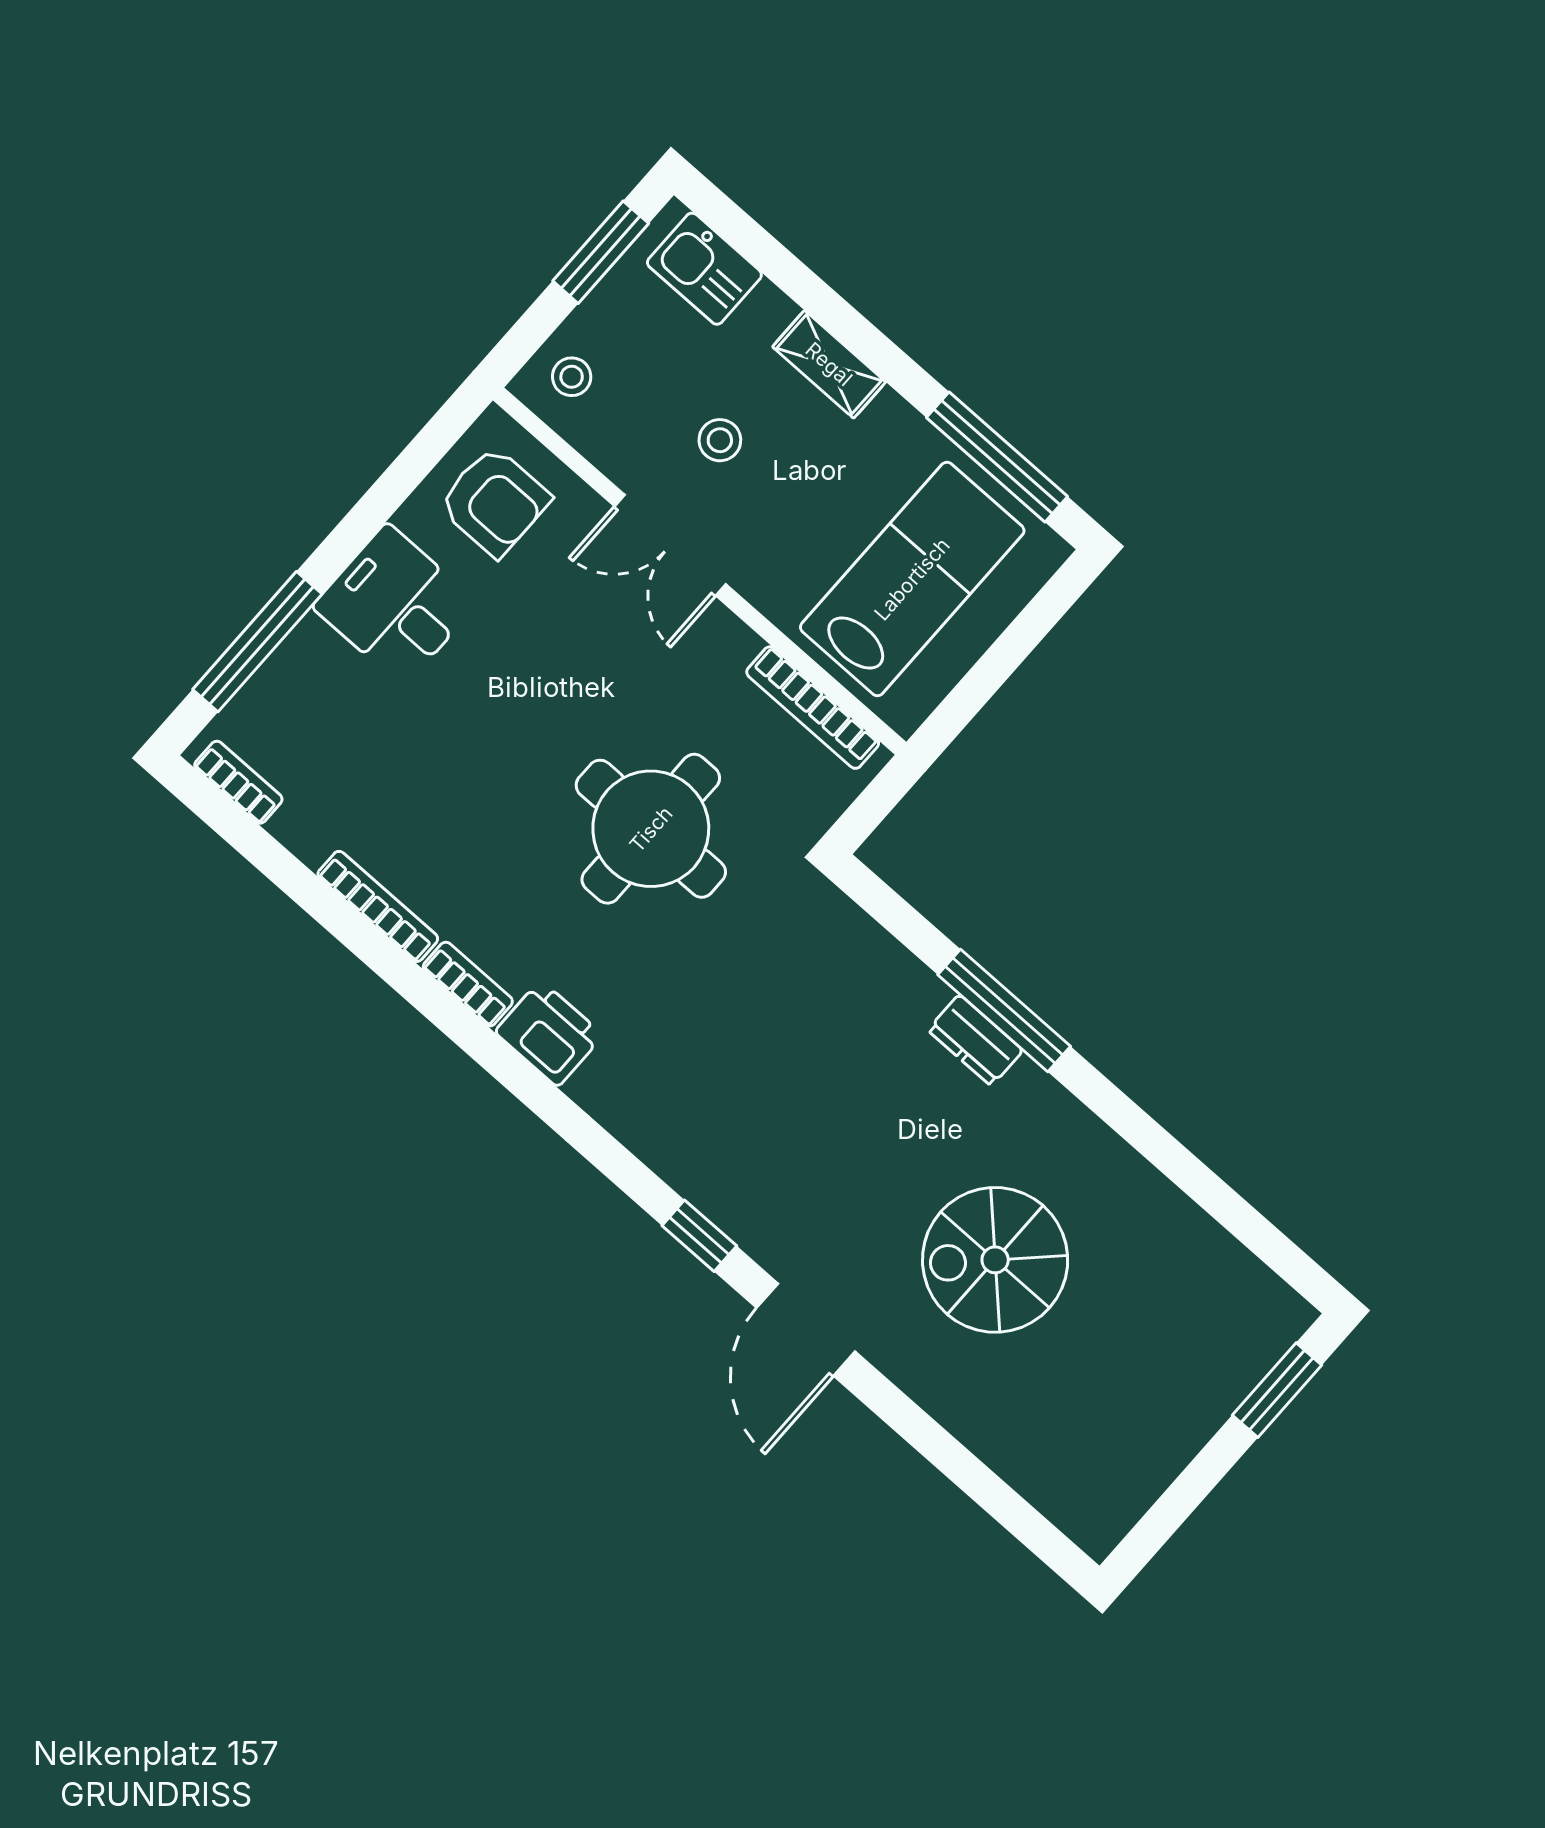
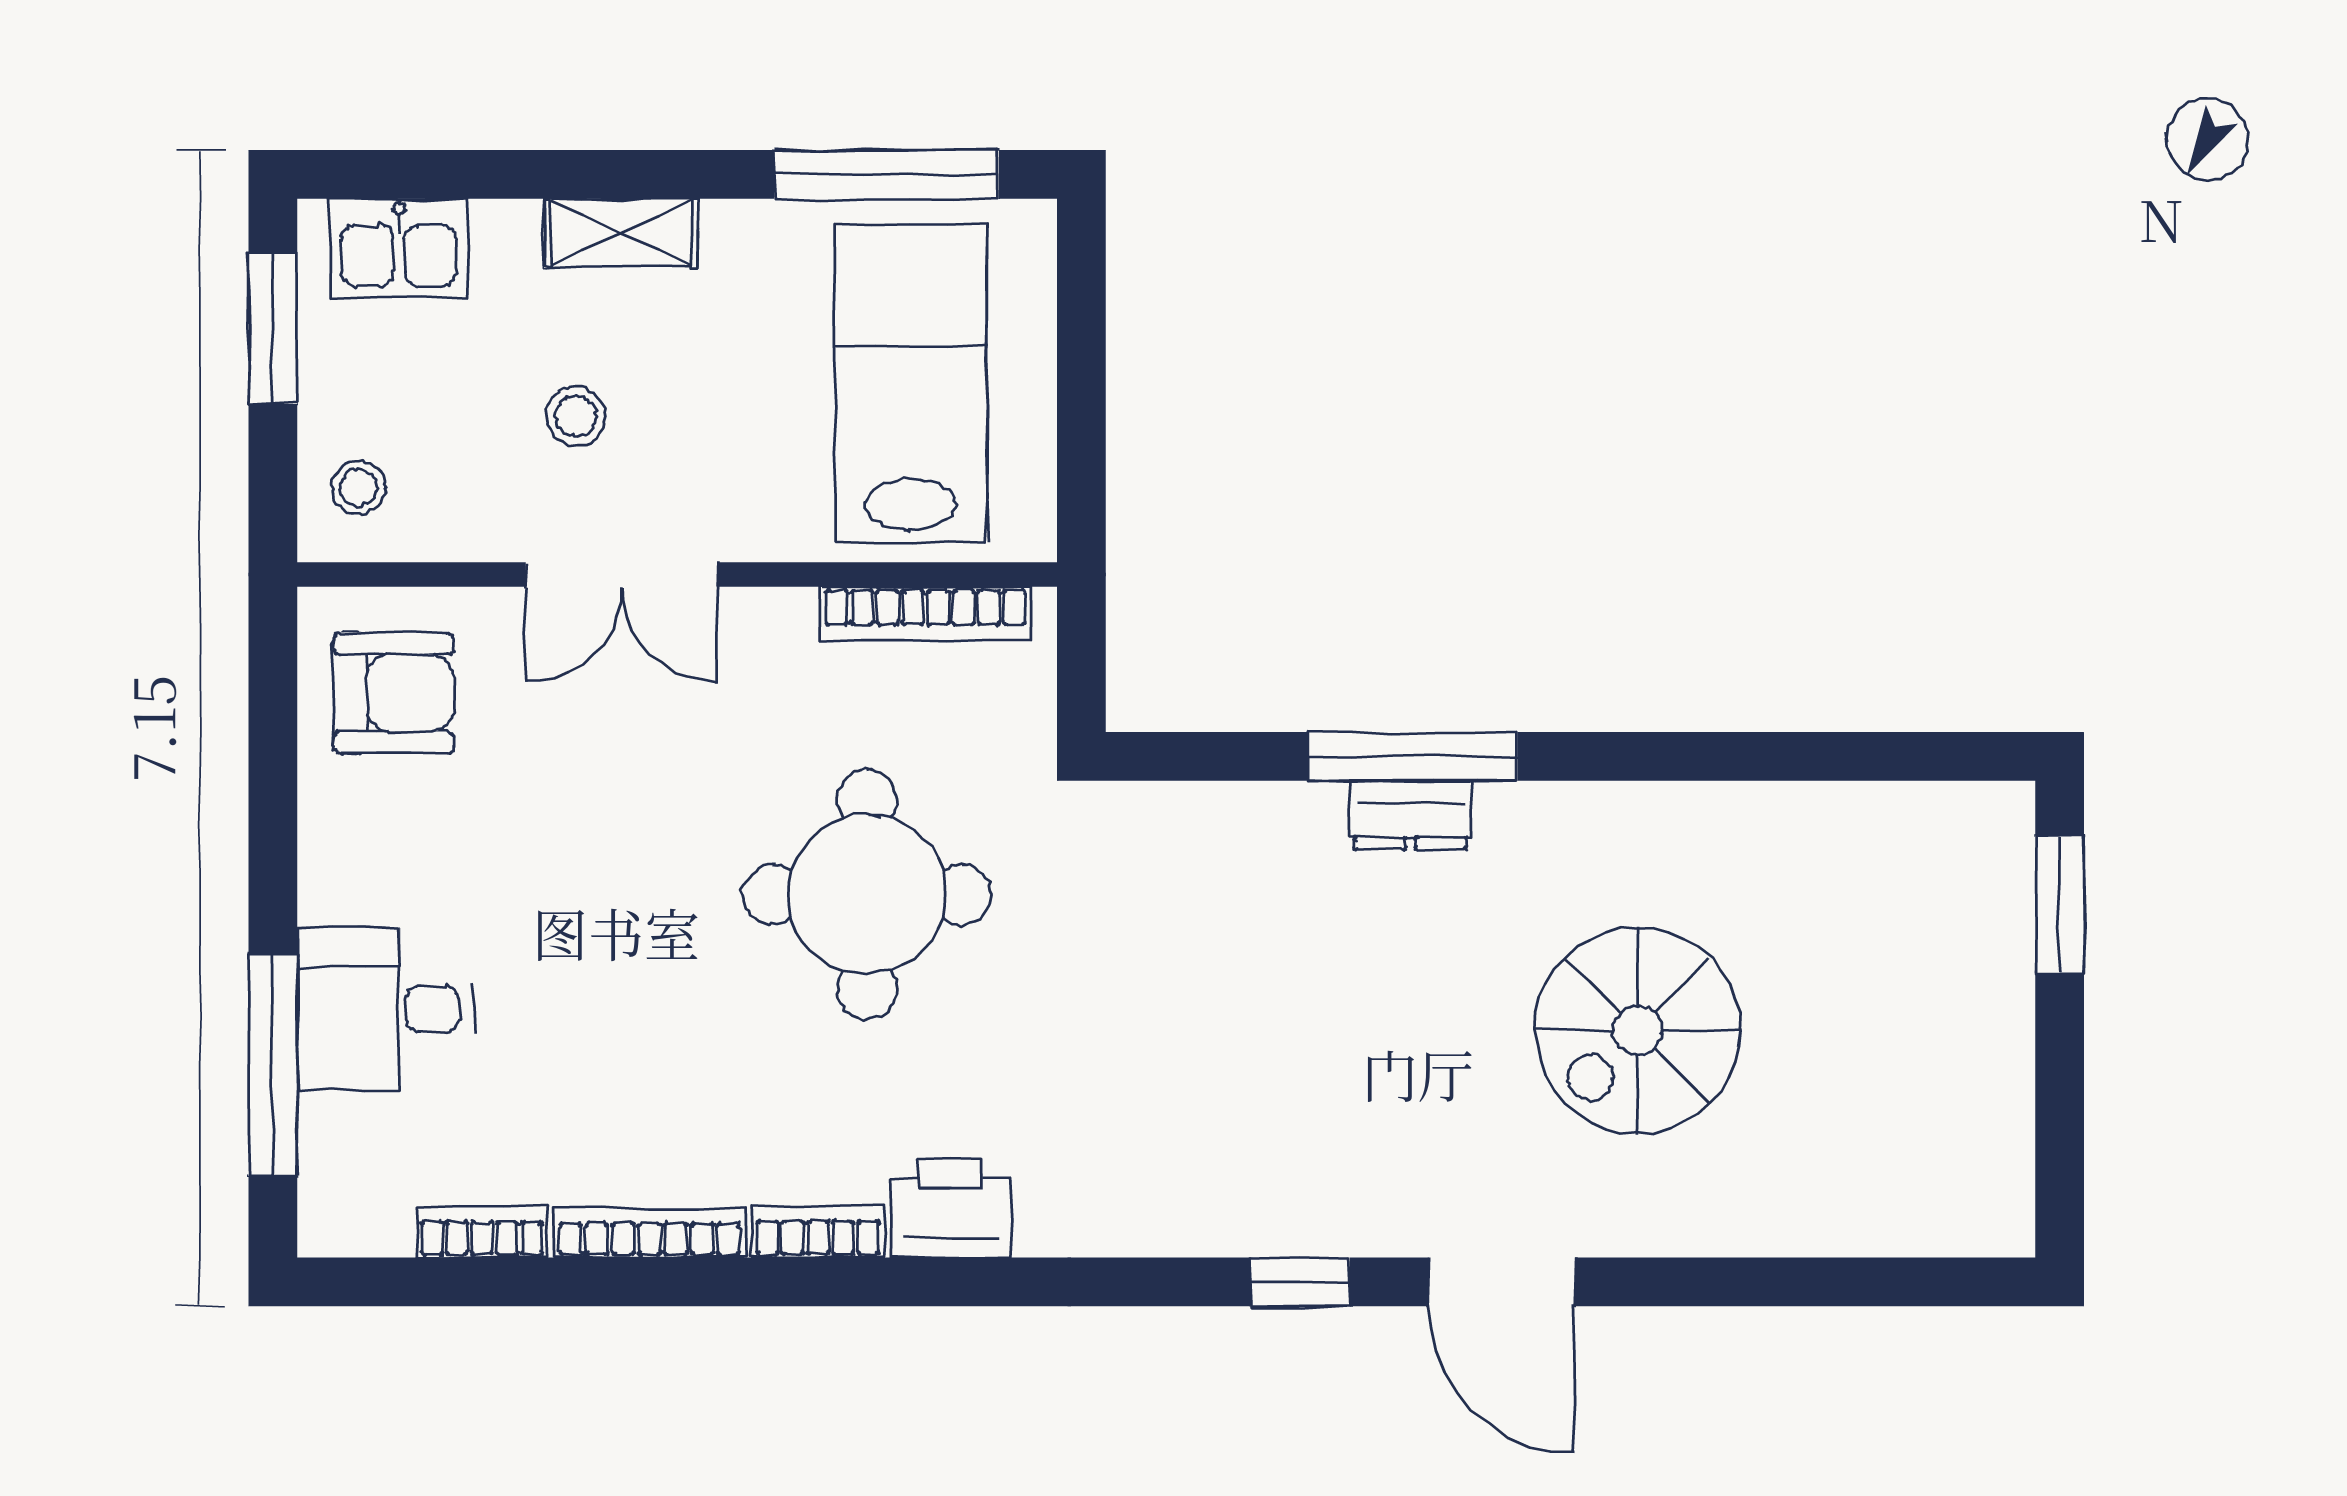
desk: (395, 605) -> (385, 1009), moved
bookcase: (238, 782) -> (482, 1232), moved

